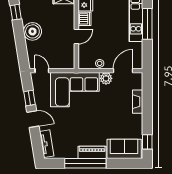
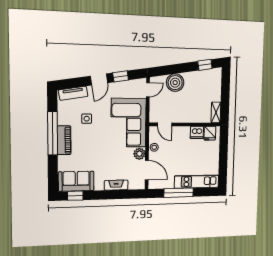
window: (147, 24) -> (179, 193), moved
boiler: (32, 31) -> (175, 83), moved
door: (76, 37) -> (165, 124), moved
side table: (71, 131) -> (87, 119), added
sofa: (124, 149) -> (76, 181), moved, turned -90

